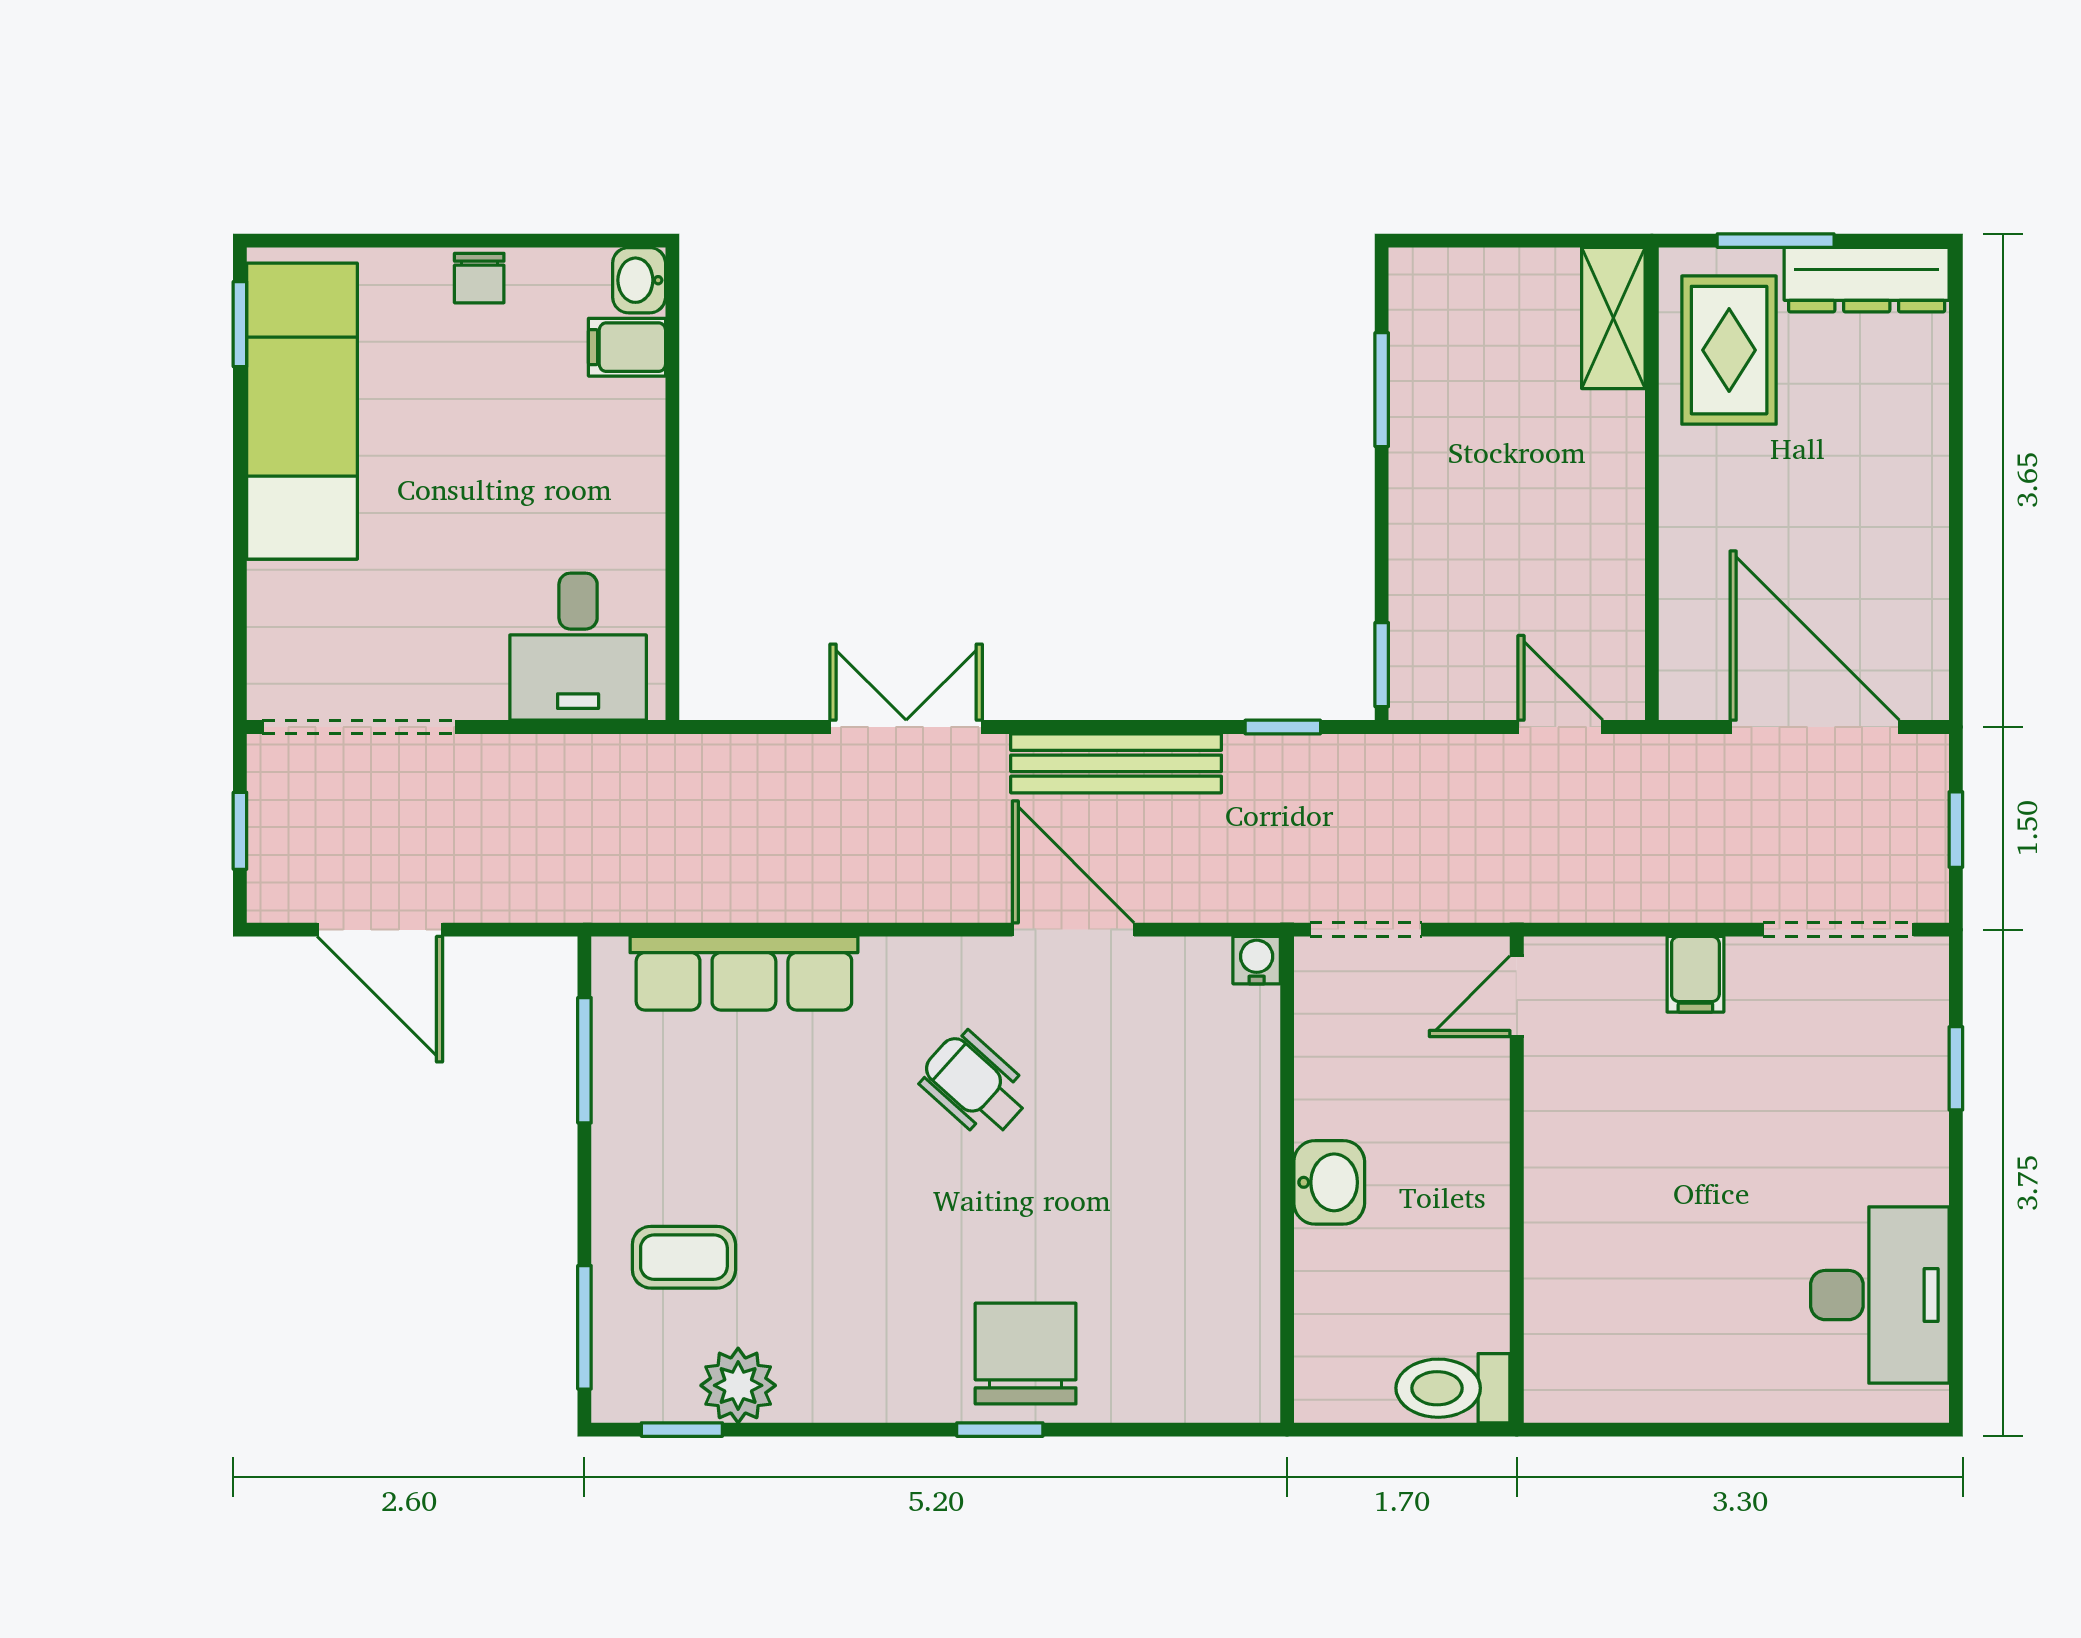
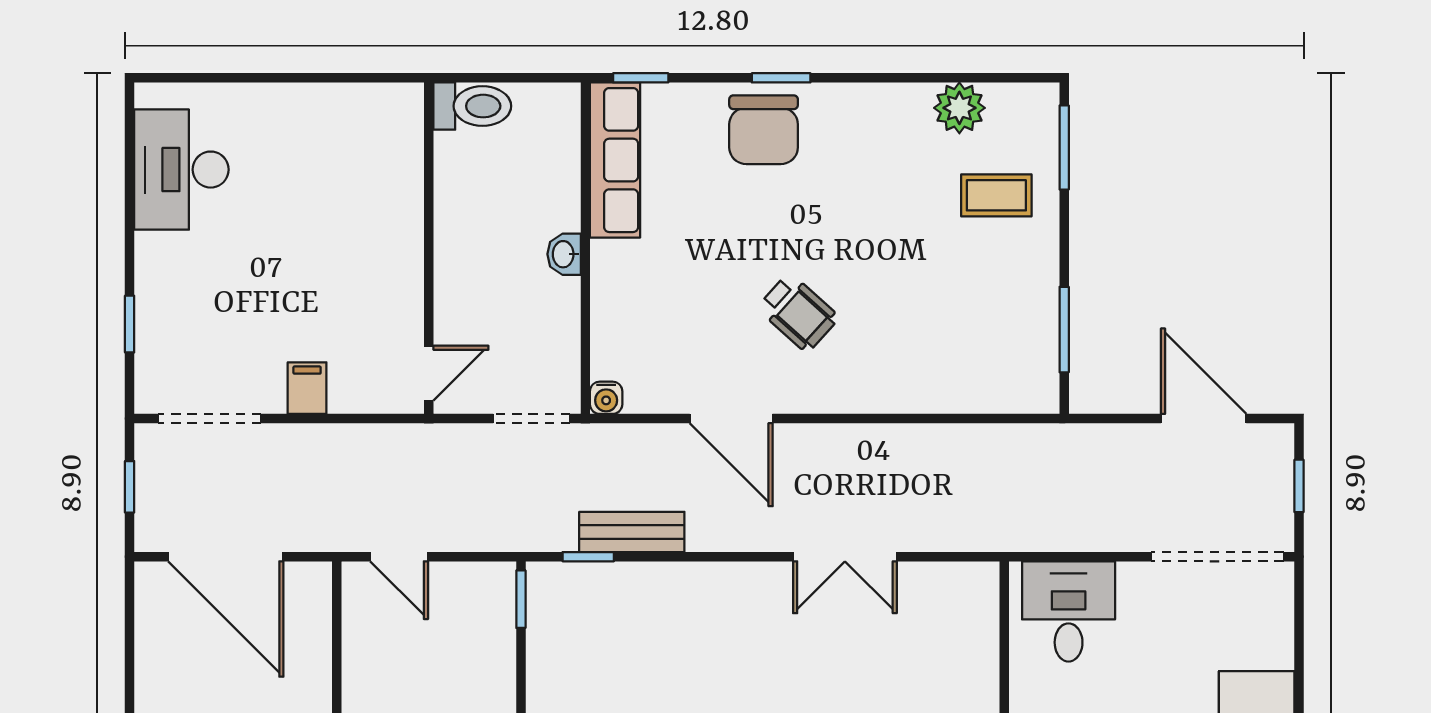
bench: (1116, 763) -> (632, 532), moved, width x0.73
row of seats: (744, 973) -> (615, 160), moved, turned 90
washbasin: (1329, 1182) -> (564, 254), width x0.72, depth x0.69
window: (682, 1430) -> (641, 78), moved

